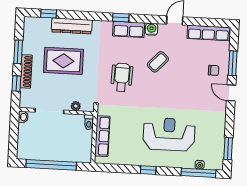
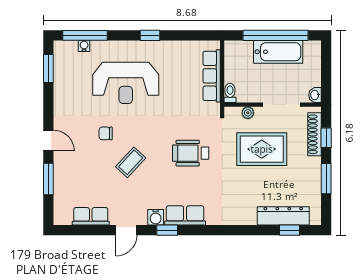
window: (121, 18) -> (167, 230), moved
dresser: (72, 26) -> (283, 216), moved
row of seats: (208, 33) -> (91, 216), width x0.68
rug: (63, 61) -> (262, 149), moved
coffee table: (158, 62) -> (131, 162), moved
chair: (214, 70) -> (106, 133), moved
shoe rack: (26, 71) -> (314, 134), moved
wheelchair: (122, 77) -> (191, 153), turned 88
bathtub: (50, 152) -> (278, 52), added

